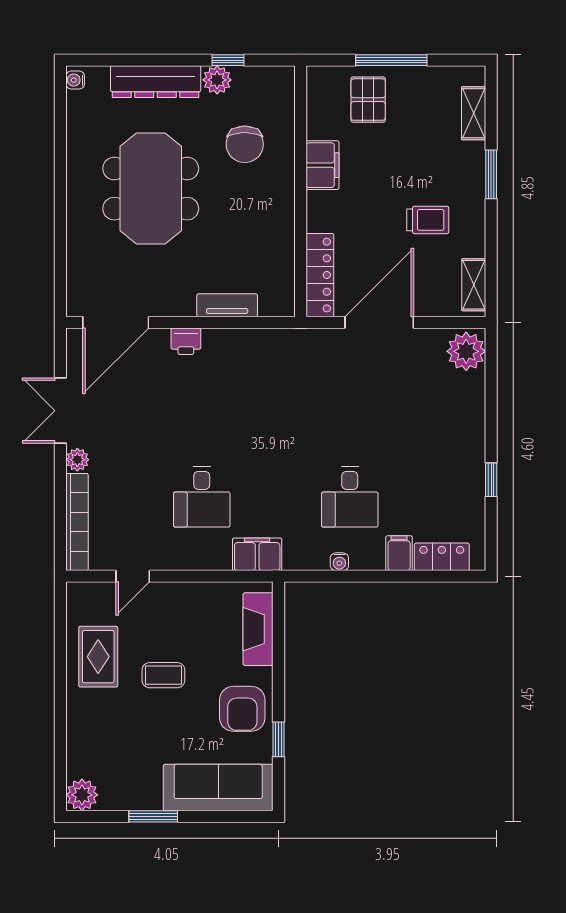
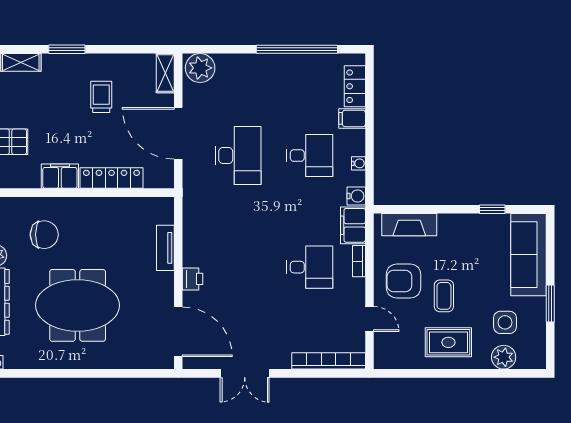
locker: (320, 275) -> (111, 178), moved
shelving: (474, 285) -> (165, 73), moved, turned 90
desk: (350, 402) -> (238, 156), added
plant: (77, 460) -> (282, 361), removed
window: (491, 480) -> (297, 49), width x3.17
water cooler: (296, 559) -> (356, 196), added
bookcase: (209, 562) -> (359, 261), added
rug: (98, 657) -> (448, 342), moved
armchair: (242, 709) -> (404, 281), moved, turned 180
side table: (128, 756) -> (505, 322), added
plant: (82, 795) -> (504, 357), moved

